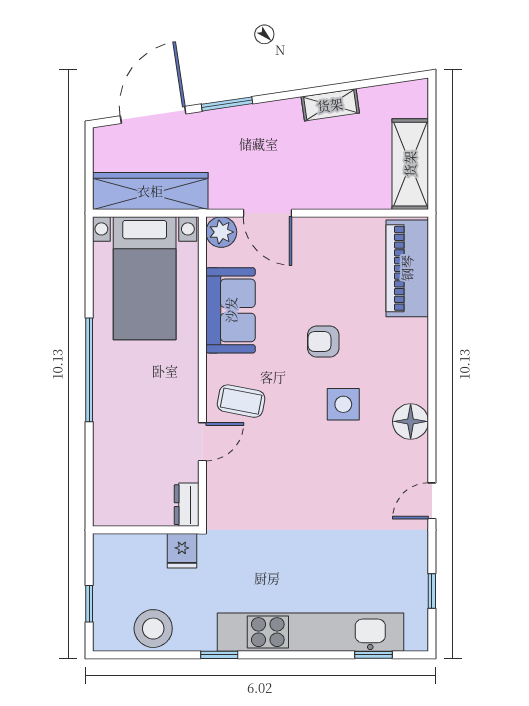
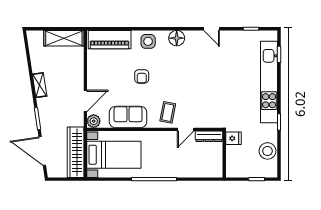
shelving: (330, 105) -> (40, 85), moved
side table: (343, 404) -> (148, 41), moved
door: (202, 442) -> (186, 129), swing flipped
dresser: (187, 505) -> (209, 136), width x1.44

